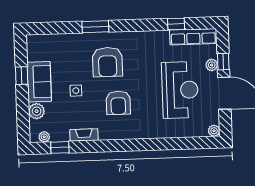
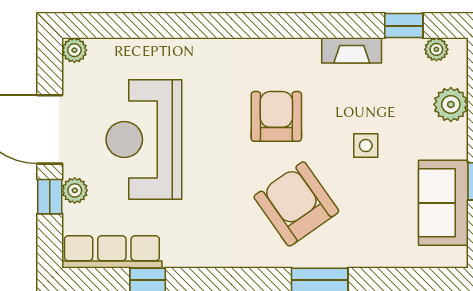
armchair: (107, 62) -> (296, 204), turned -35
sofa: (39, 82) -> (443, 203), moved

